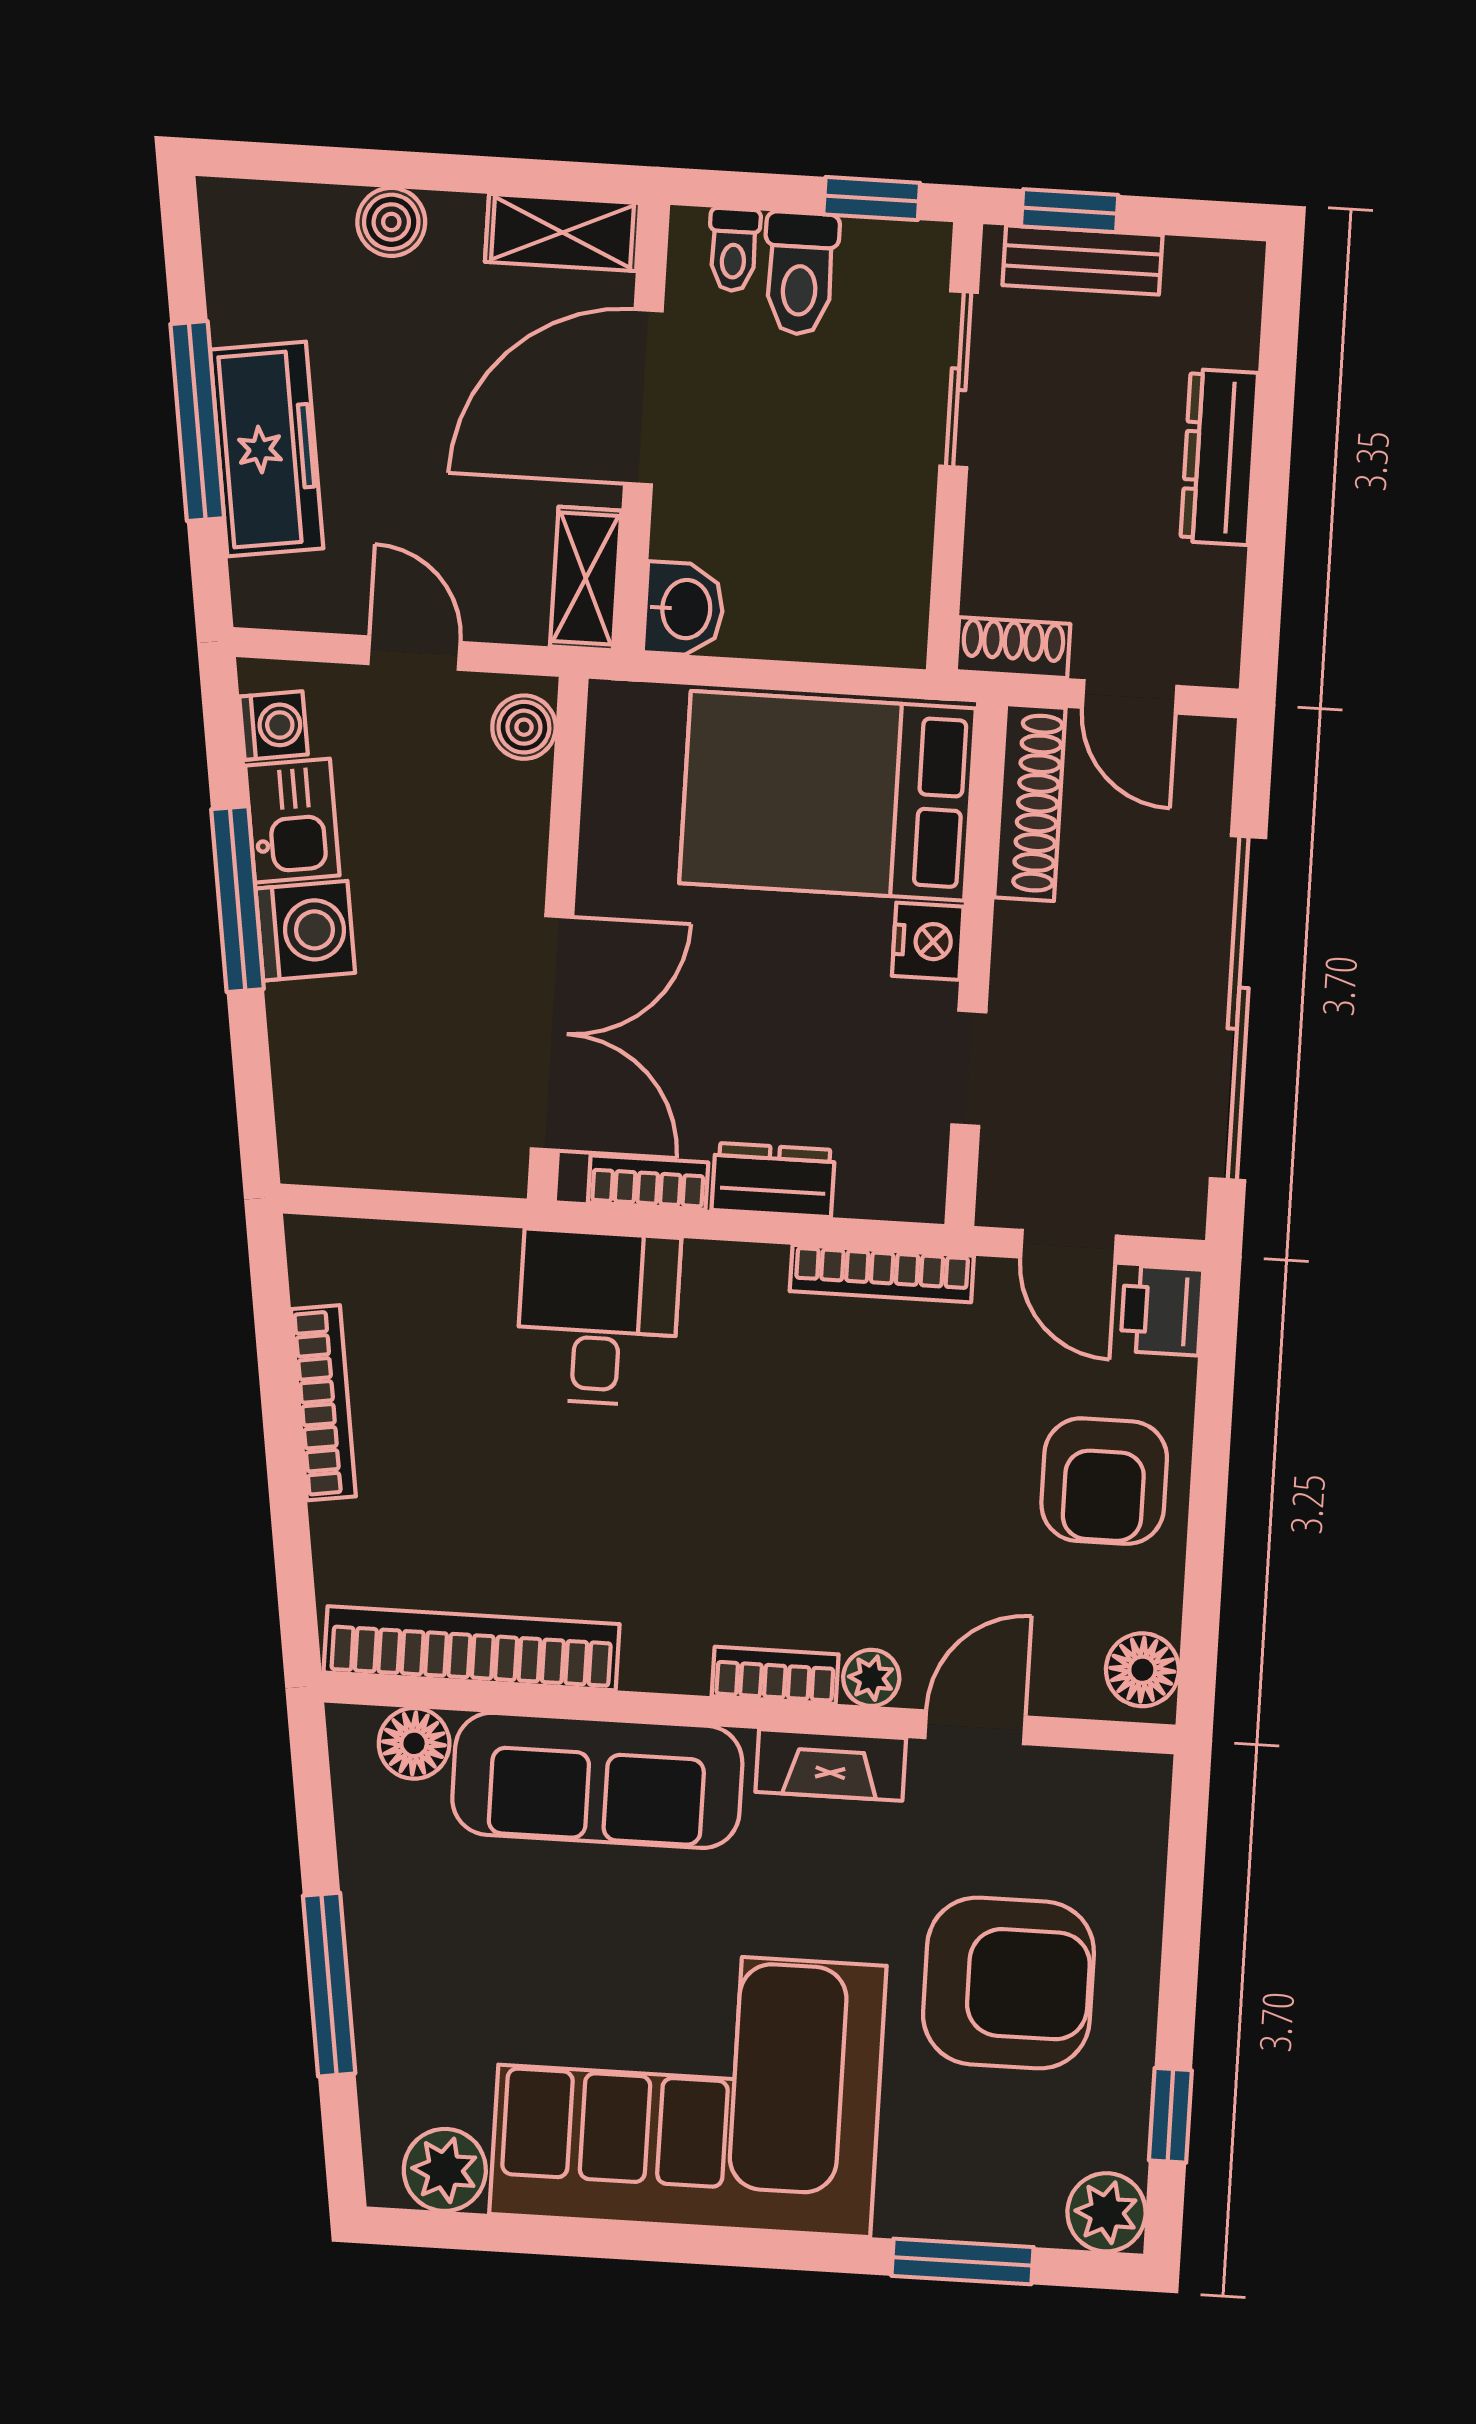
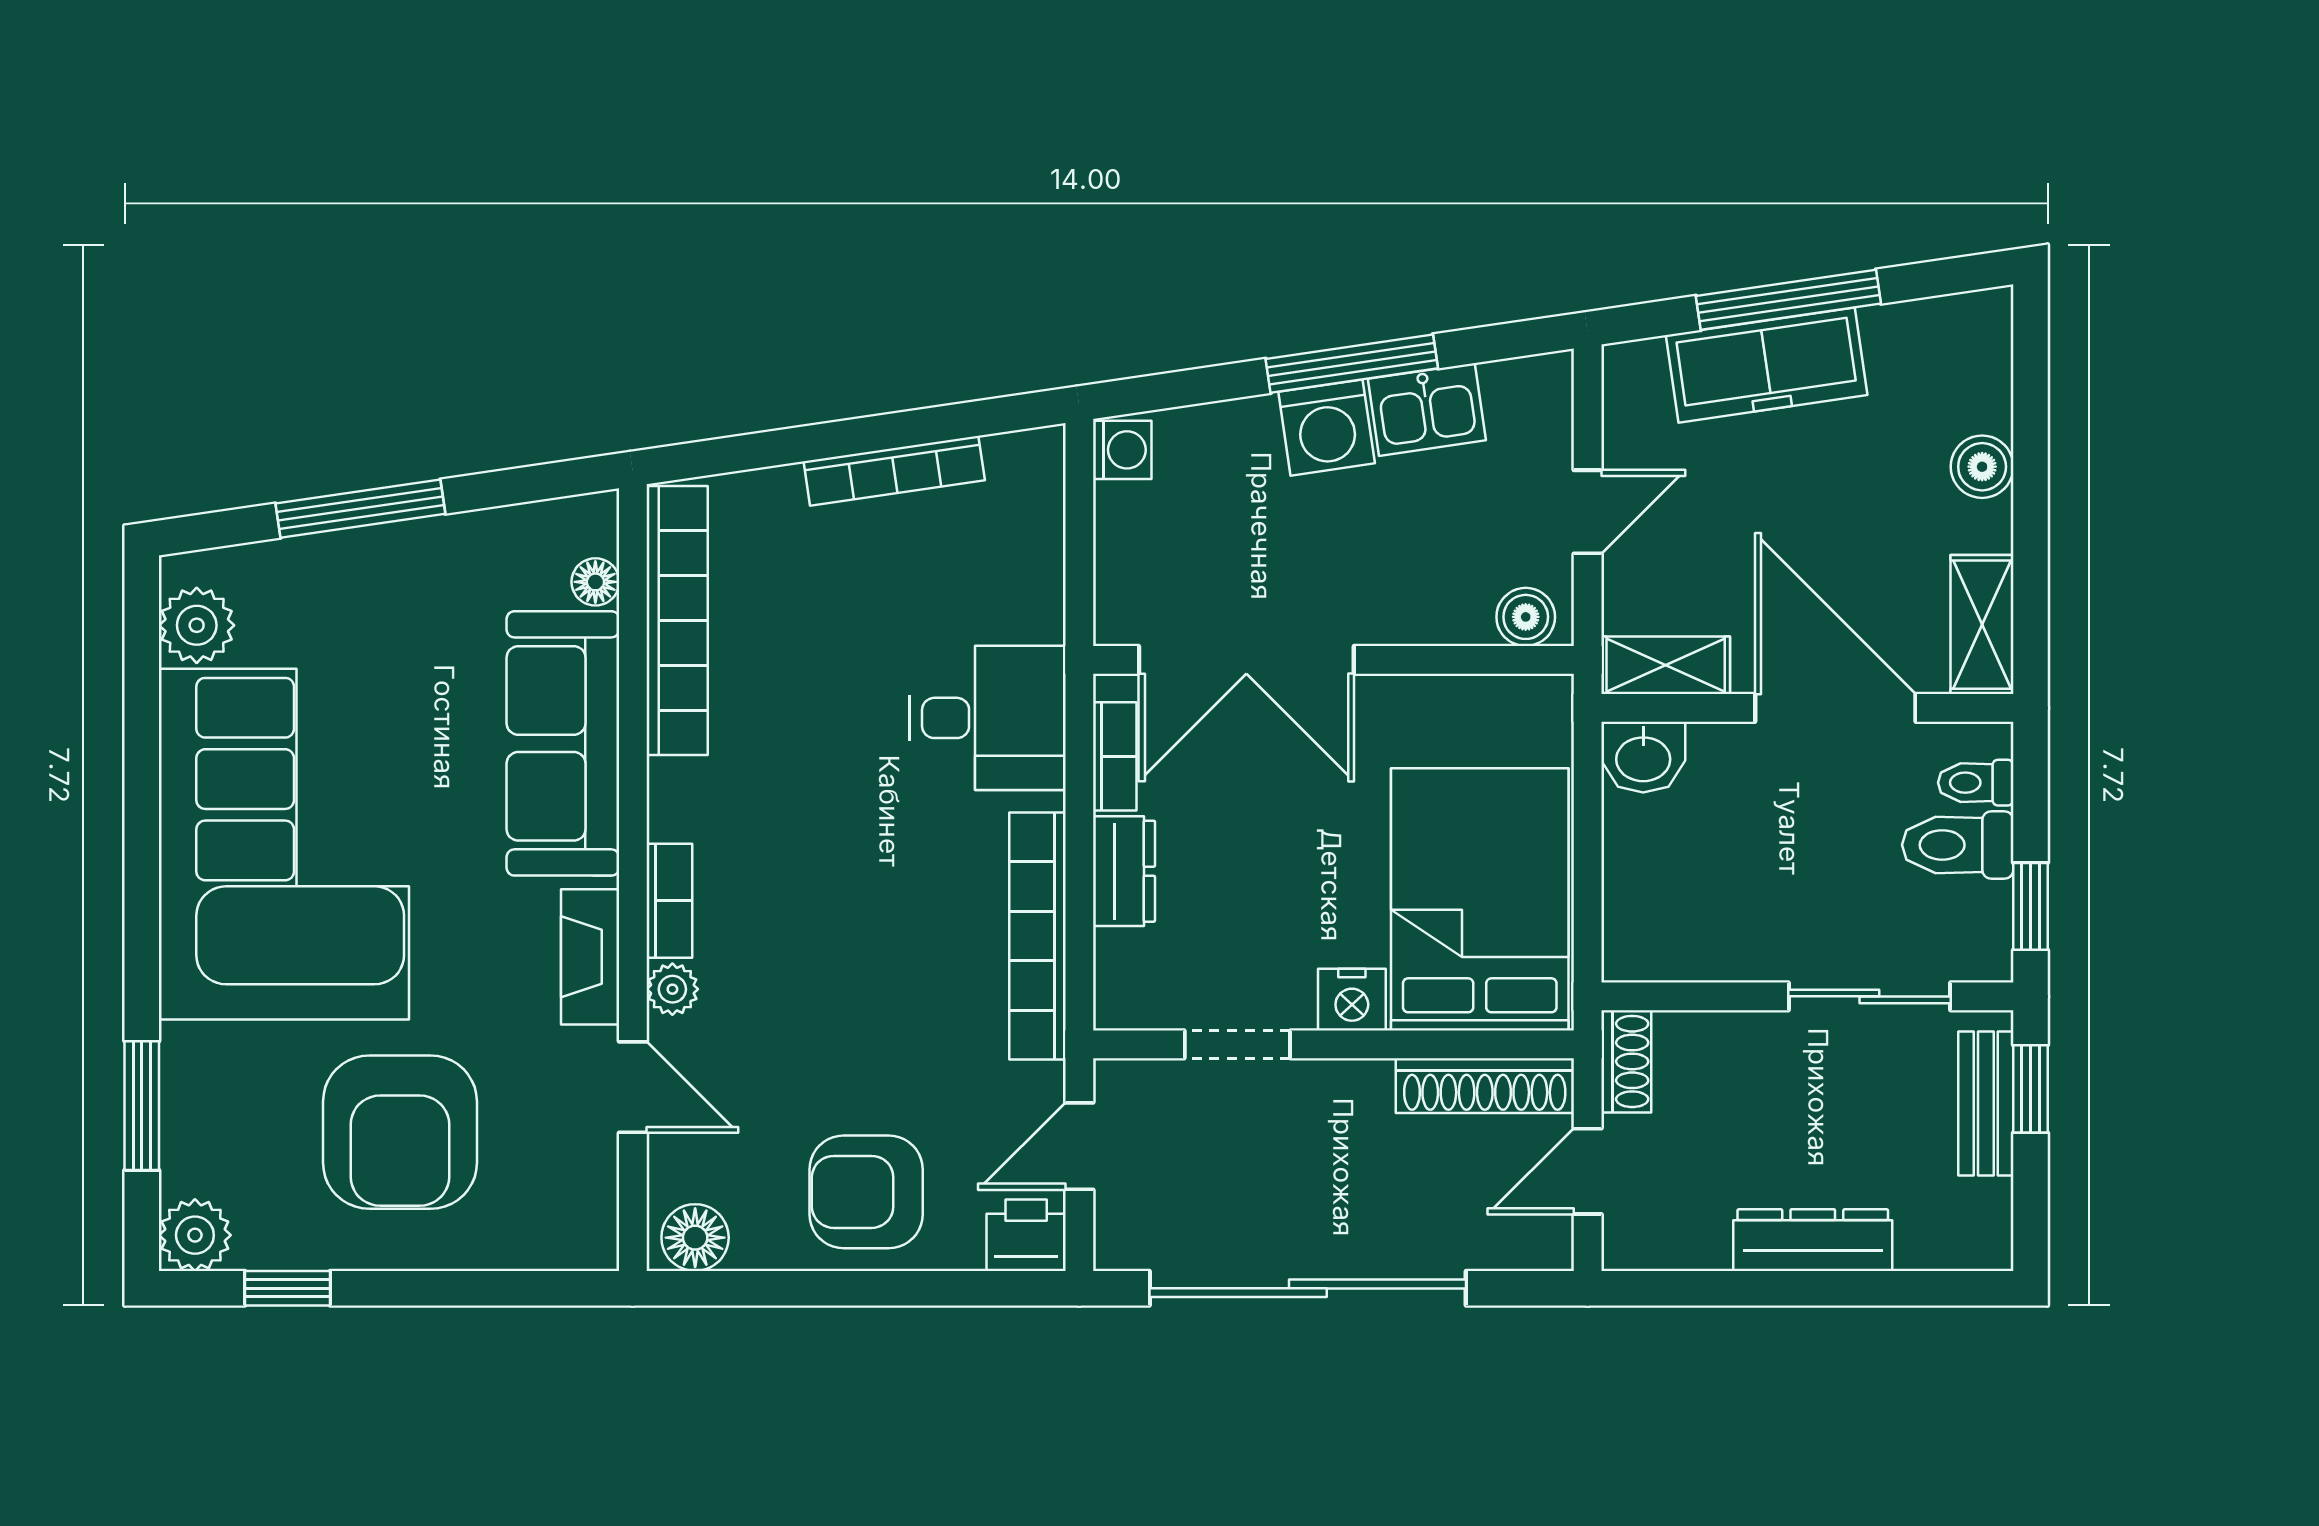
washing machine: (274, 725) -> (1122, 450), moved, turned -82
bookcase: (882, 1274) -> (1037, 936), width x1.48, depth x1.31
floor lamp: (414, 1743) -> (595, 582), width x0.73, depth x0.73

